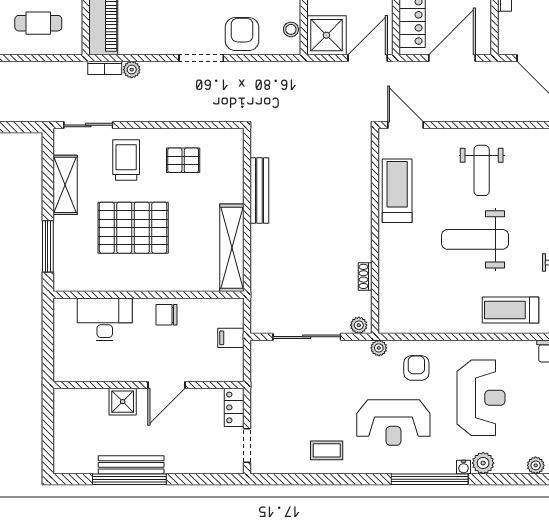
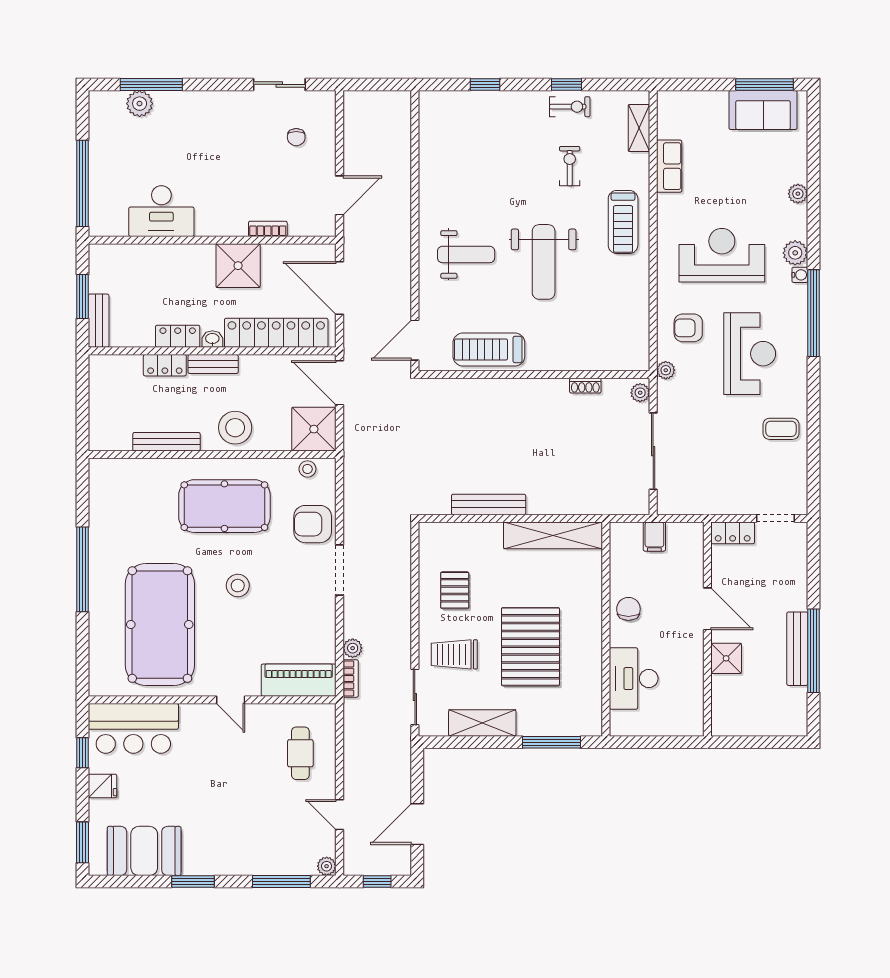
chair: (167, 315) -> (628, 609), turned 180
coffee table: (327, 450) -> (781, 429), turned 90

